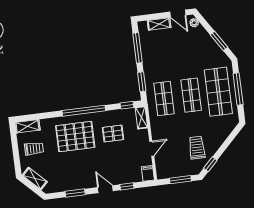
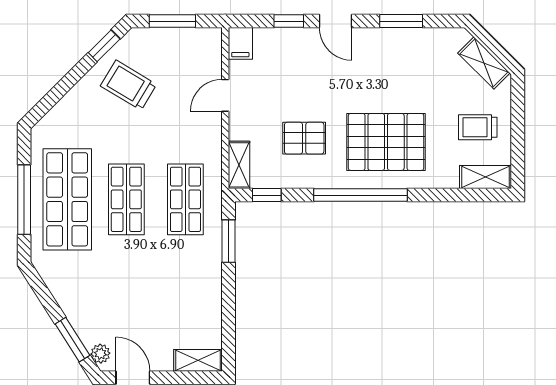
shelving: (159, 24) -> (198, 360), moved
window: (219, 41) -> (72, 340), moved
window: (137, 48) -> (229, 315), removed
trolley: (197, 148) -> (128, 85), turned 121

